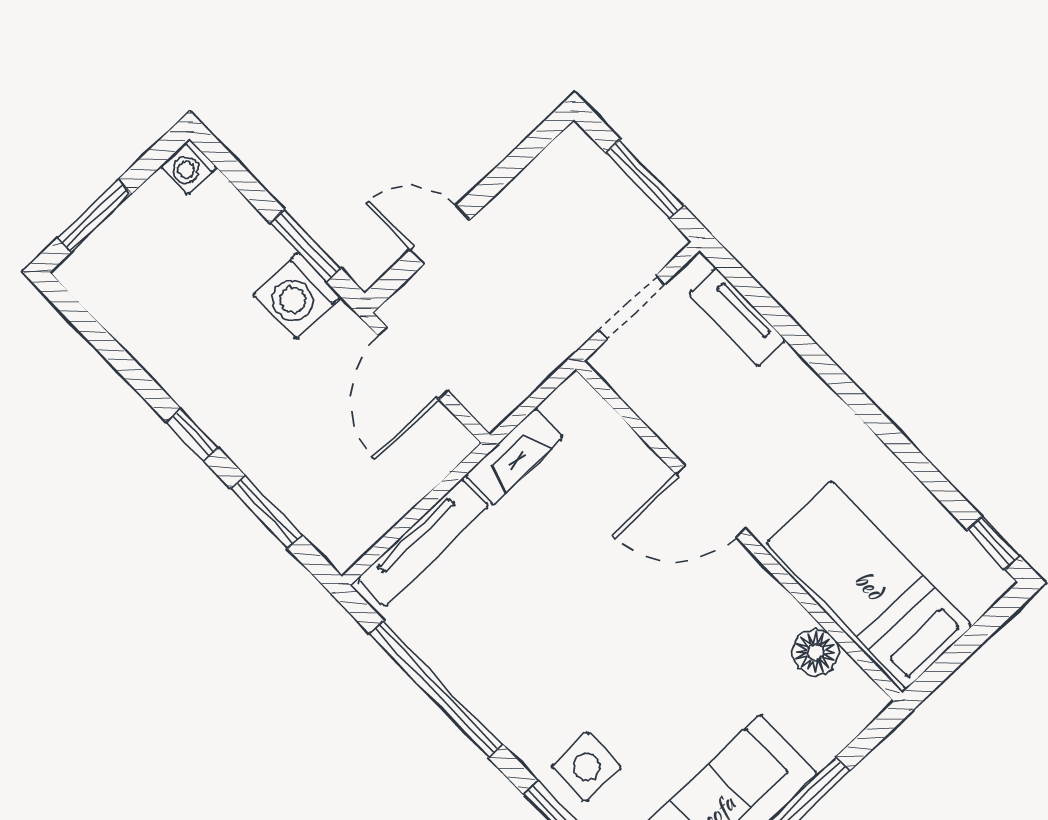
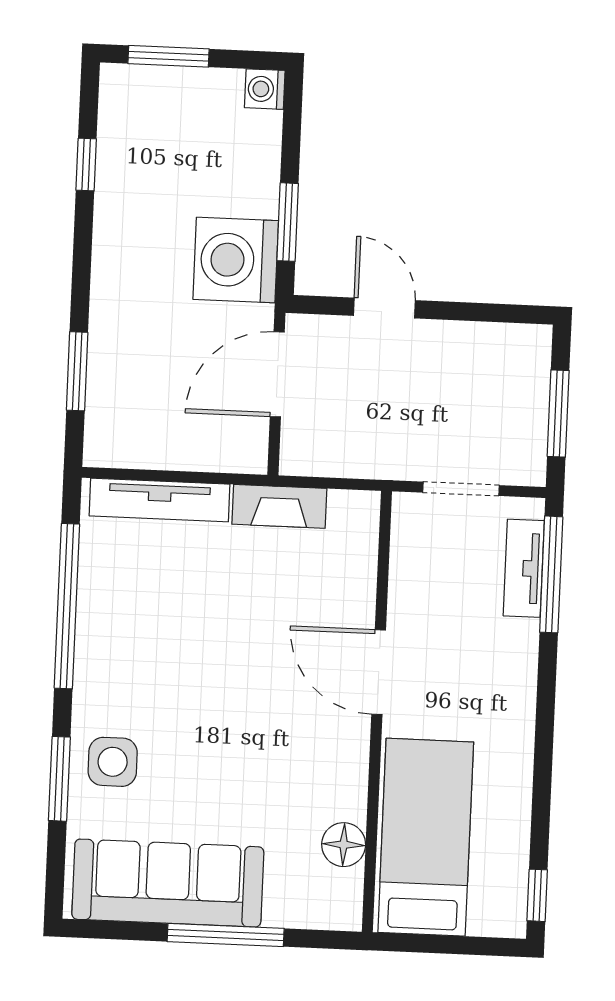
washing machine: (297, 296) -> (236, 260), width x1.37, depth x1.37
window: (761, 301) -> (551, 574), added
window: (193, 435) -> (86, 164), moved

